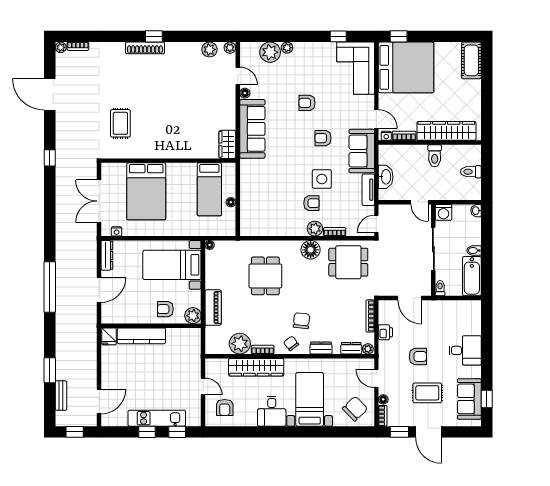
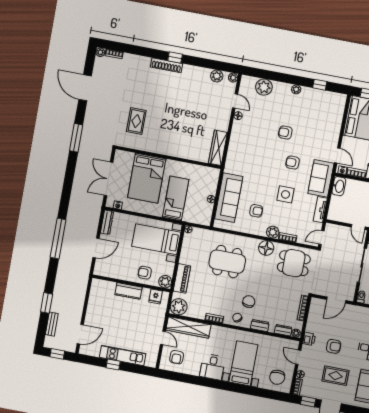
plant: (287, 48) -> (296, 89), moved
corner sofa: (356, 68) -> (329, 112), removed
sofa: (252, 129) -> (229, 198), moved
wardrobe: (227, 144) -> (218, 148), width x1.50
window: (50, 158) -> (76, 138), width x2.17
washbasin: (386, 177) -> (339, 186), moved
bed: (209, 189) -> (176, 198), moved, turned 180
armchair: (311, 203) -> (256, 211), moved
dining table: (265, 276) -> (227, 262), width x1.37
door: (410, 298) -> (336, 300), hinge flipped
printer: (385, 332) -> (309, 339), moved
fridge: (109, 336) -> (156, 297), moved
kitchen counter: (141, 336) -> (129, 291), width x0.67
plant: (240, 344) -> (179, 307), moved
wardrobe: (256, 367) -> (188, 327), moved
chair: (355, 409) -> (277, 377), turned 134
window: (177, 432) -> (136, 369), removed

